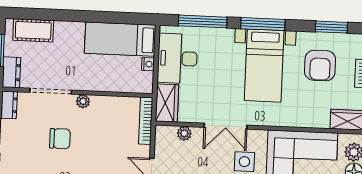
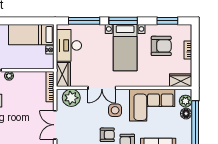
armchair: (320, 65) -> (161, 46), turned -90
plant: (184, 133) -> (71, 98), width x1.88, depth x1.88

